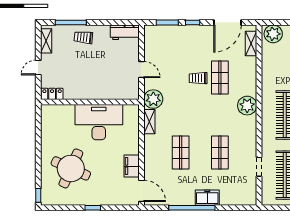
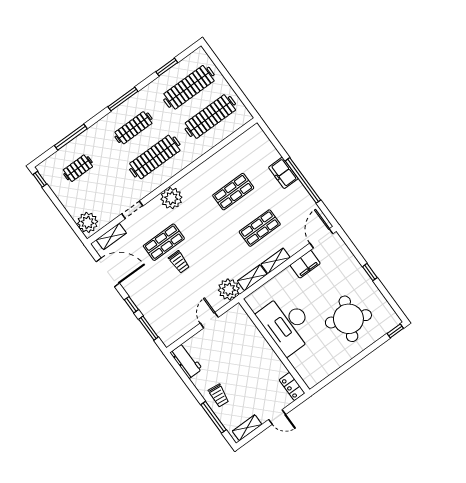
shelving: (149, 147) -> (276, 261), added
doorway: (259, 167) -> (132, 210), moved

